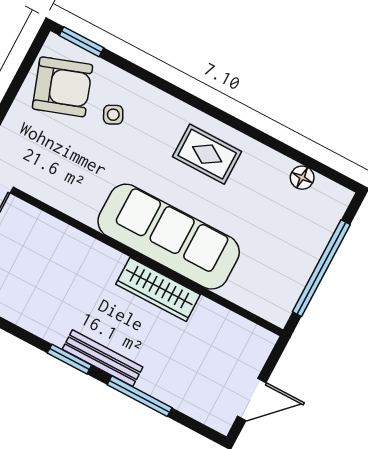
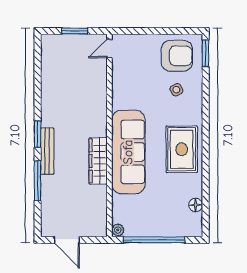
armchair: (62, 87) -> (177, 56), turned -71
rug: (207, 154) -> (182, 149), width x1.36, depth x1.43
plant: (278, 315) -> (118, 230), added

